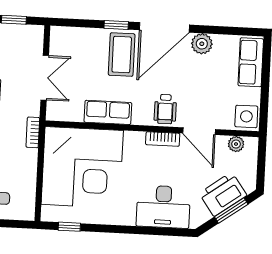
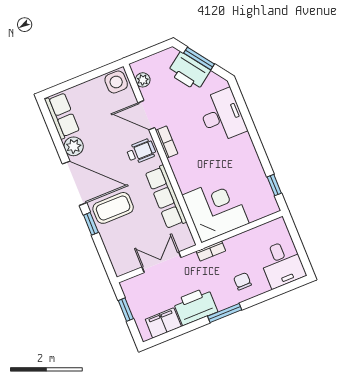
row of seats: (251, 62) -> (62, 116), moved, turned -90
row of seats: (108, 112) -> (166, 197), width x1.48
door: (199, 131) -> (146, 115), swing flipped
corner desk: (82, 167) -> (216, 209), width x0.74, depth x0.74

